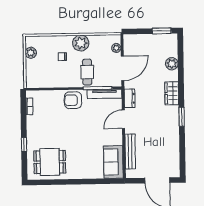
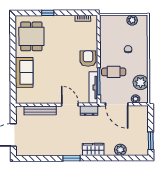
plant: (81, 43) -> (141, 82), moved
sofa: (113, 162) -> (24, 72), moved, turned 90

